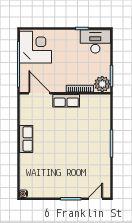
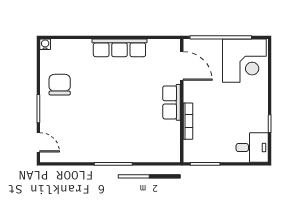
desk: (95, 41) -> (252, 148), width x0.73
plant: (102, 84) -> (194, 151), removed
door: (39, 93) -> (182, 66), hinge flipped
row of seats: (26, 139) -> (119, 48), width x1.48
chair: (53, 183) -> (60, 85), added

